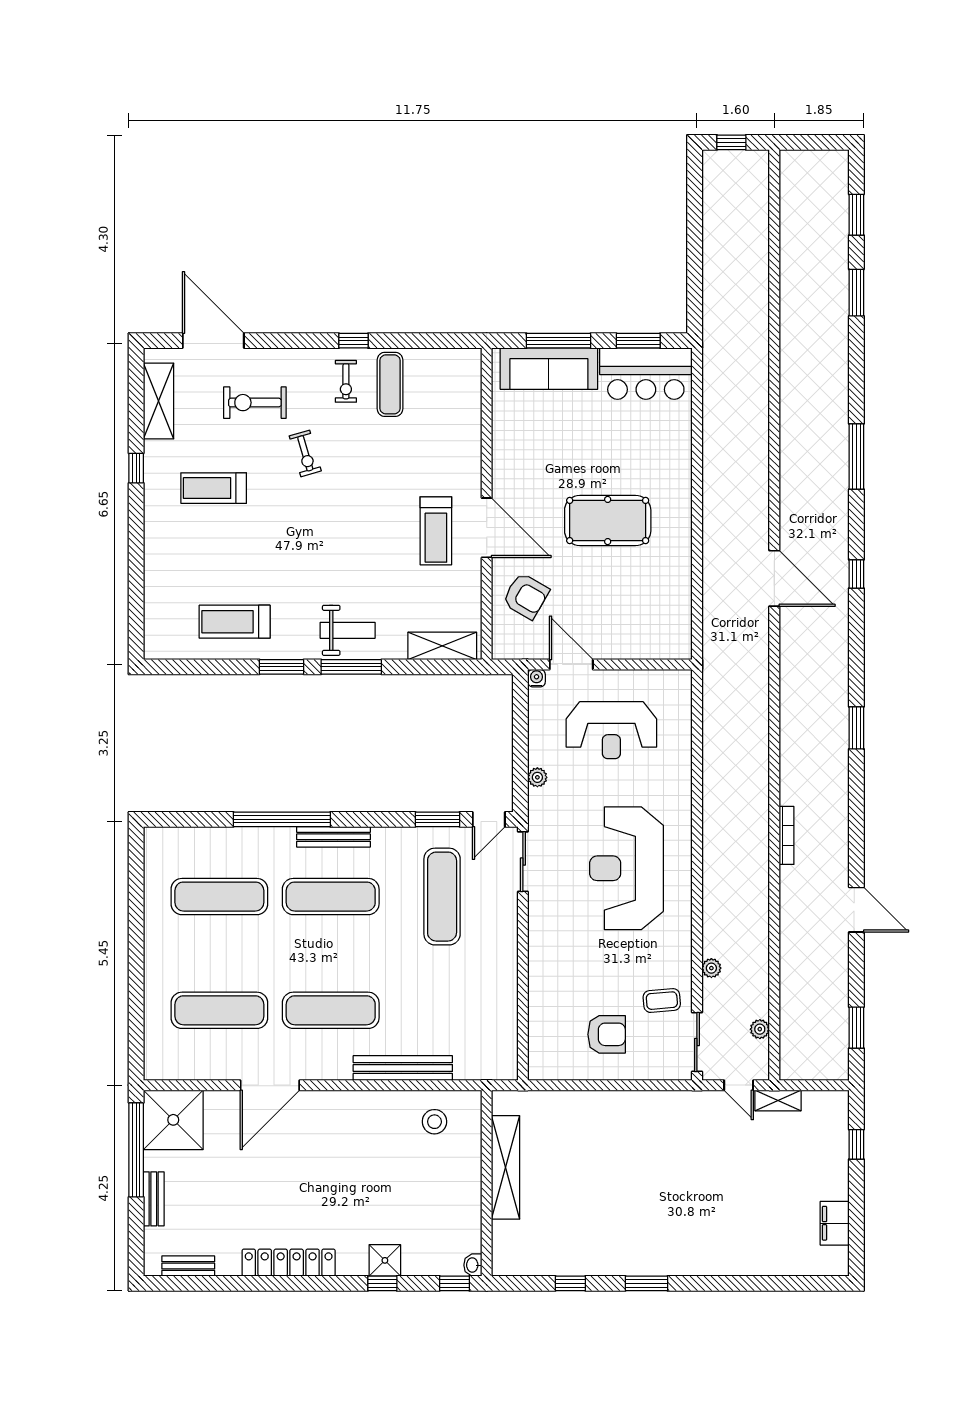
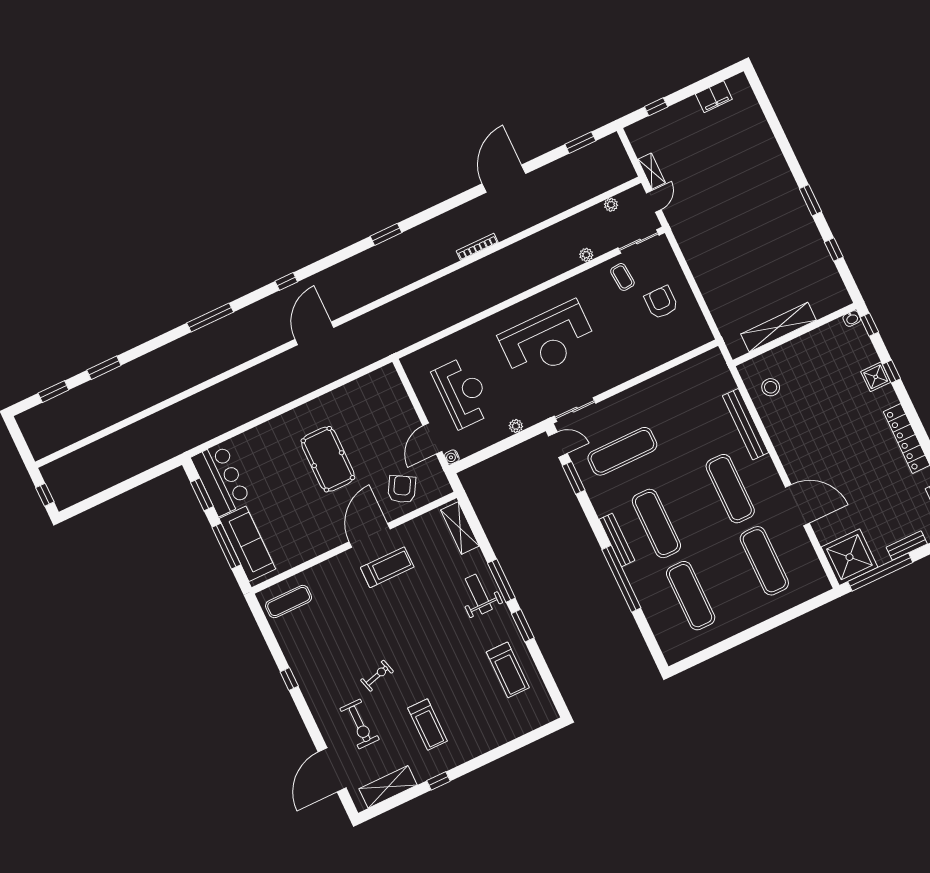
exercise bike: (346, 381) -> (318, 671), removed
exercise mat: (390, 384) -> (289, 602), moved
door: (856, 910) -> (504, 179), width x1.36

